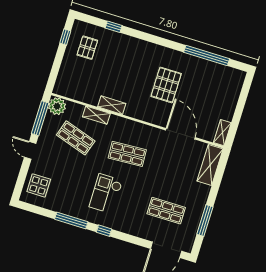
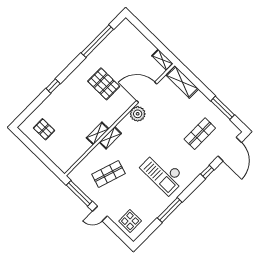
window: (114, 27) -> (53, 86), moved
window: (65, 37) -> (27, 142), removed
plant: (57, 106) -> (138, 114), moved
shelving: (96, 115) -> (110, 138), moved
shop shelf: (127, 154) -> (141, 141), removed
checkout: (106, 194) -> (163, 173), width x1.36, depth x1.21
window: (104, 231) -> (207, 172), moved

